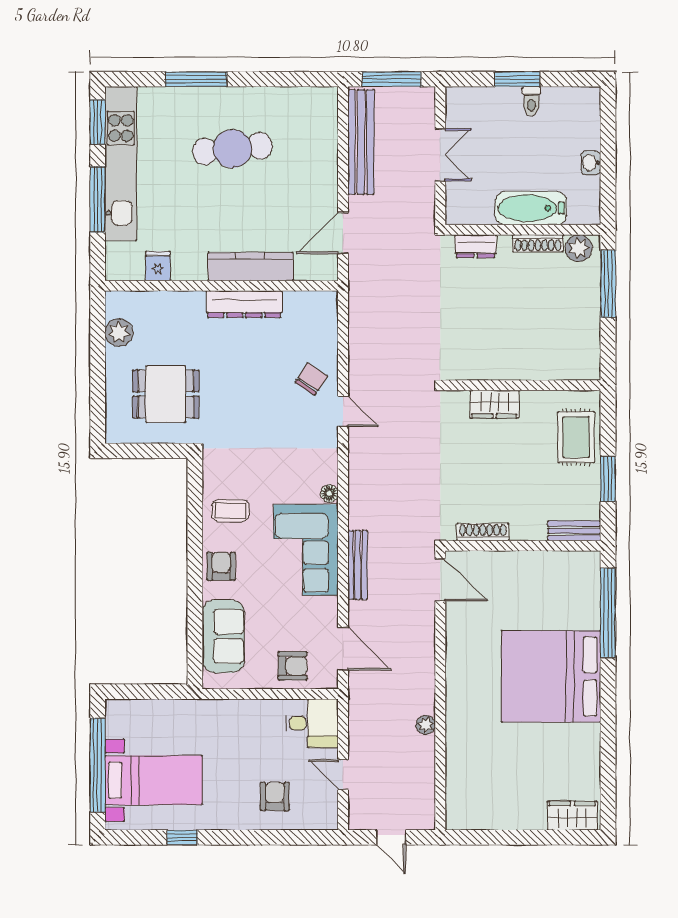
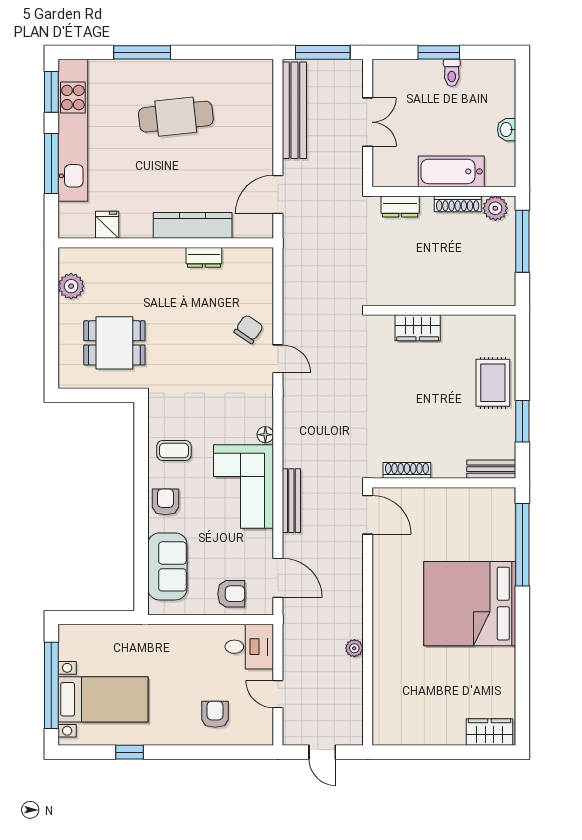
dresser: (244, 304) -> (204, 257), width x0.51, depth x0.80
wall: (523, 385) -> (444, 310), moved
wardrobe: (494, 404) -> (418, 328), moved

